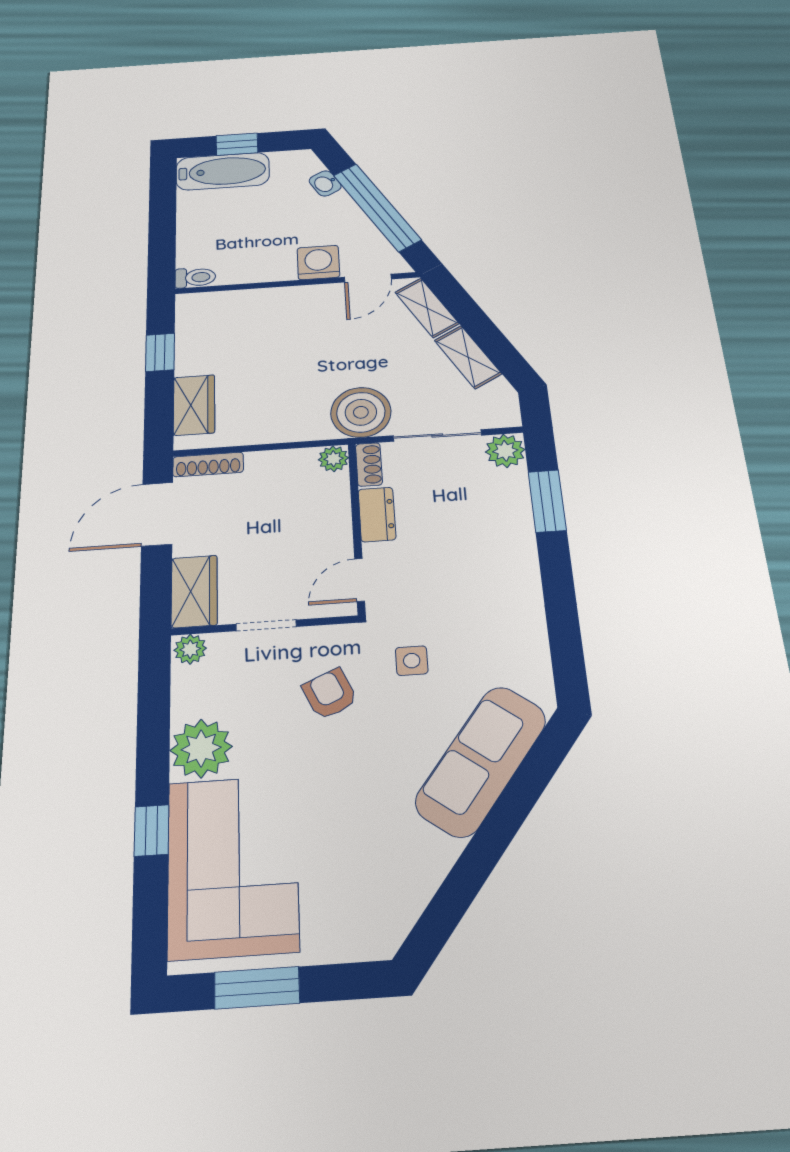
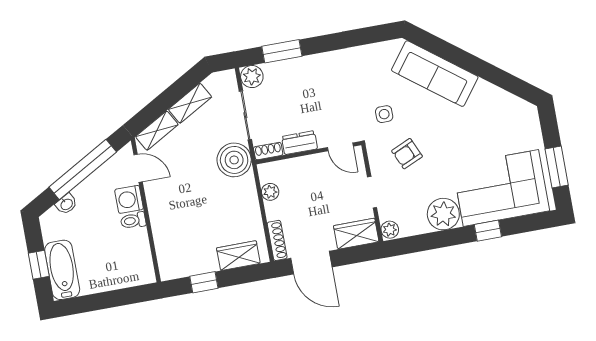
toilet: (195, 278) -> (133, 221), moved, turned -90
plant: (333, 459) -> (270, 192), moved

